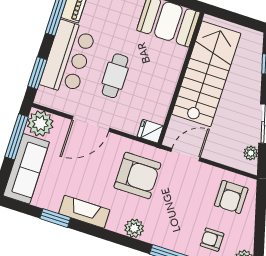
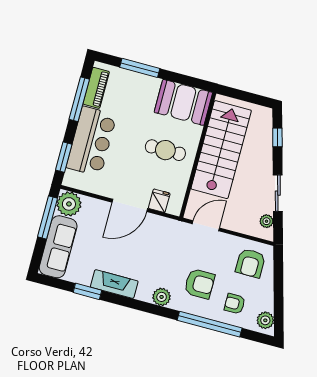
cafe table: (115, 76) -> (165, 150), moved, turned 90
door: (91, 124) -> (130, 205), moved
fridge: (150, 131) -> (159, 201), moved, turned 90
armchair: (137, 175) -> (199, 284), moved, width x0.73, depth x0.73

